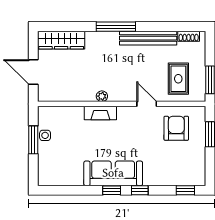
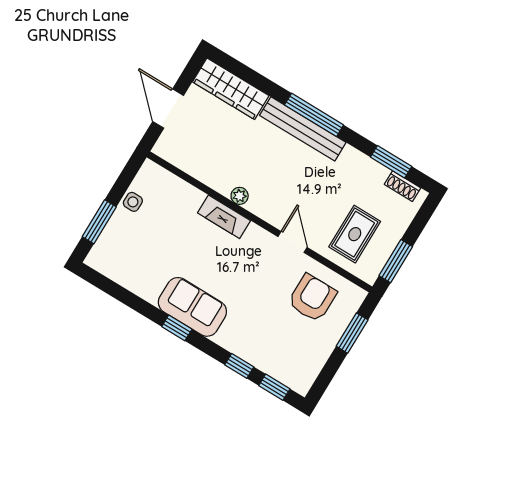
window: (174, 27) -> (391, 162), added
bench: (148, 38) -> (303, 129), moved
window: (33, 140) -> (99, 222), moved
sofa: (113, 173) -> (192, 307), width x0.73
window: (140, 190) -> (239, 366), moved

